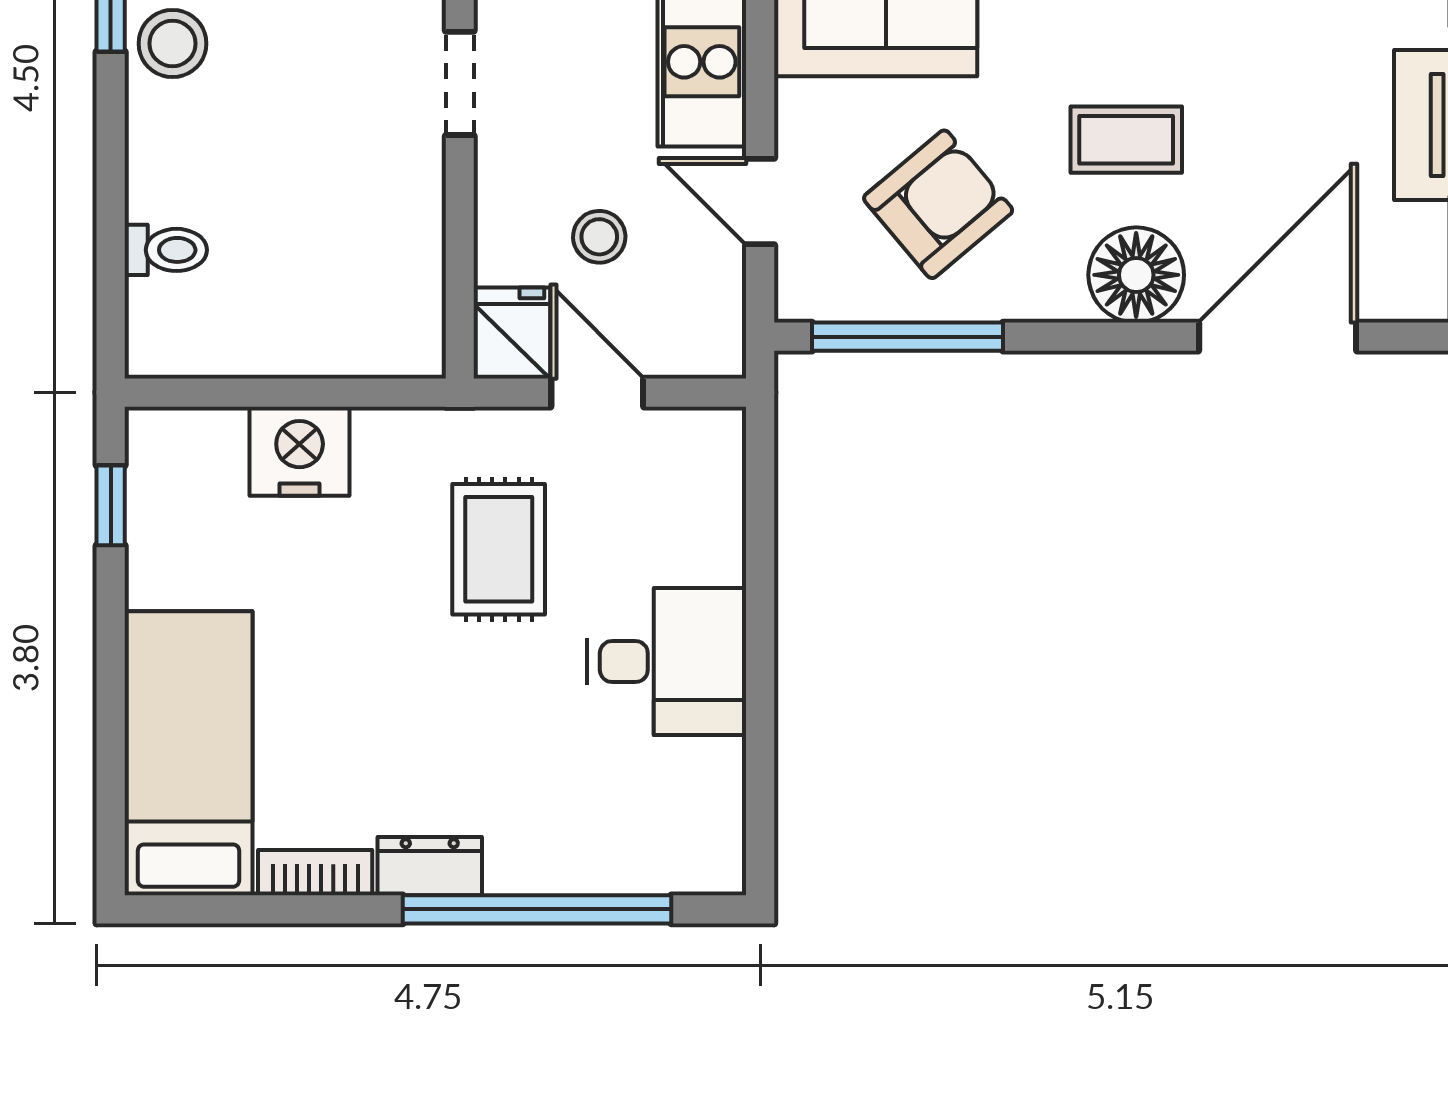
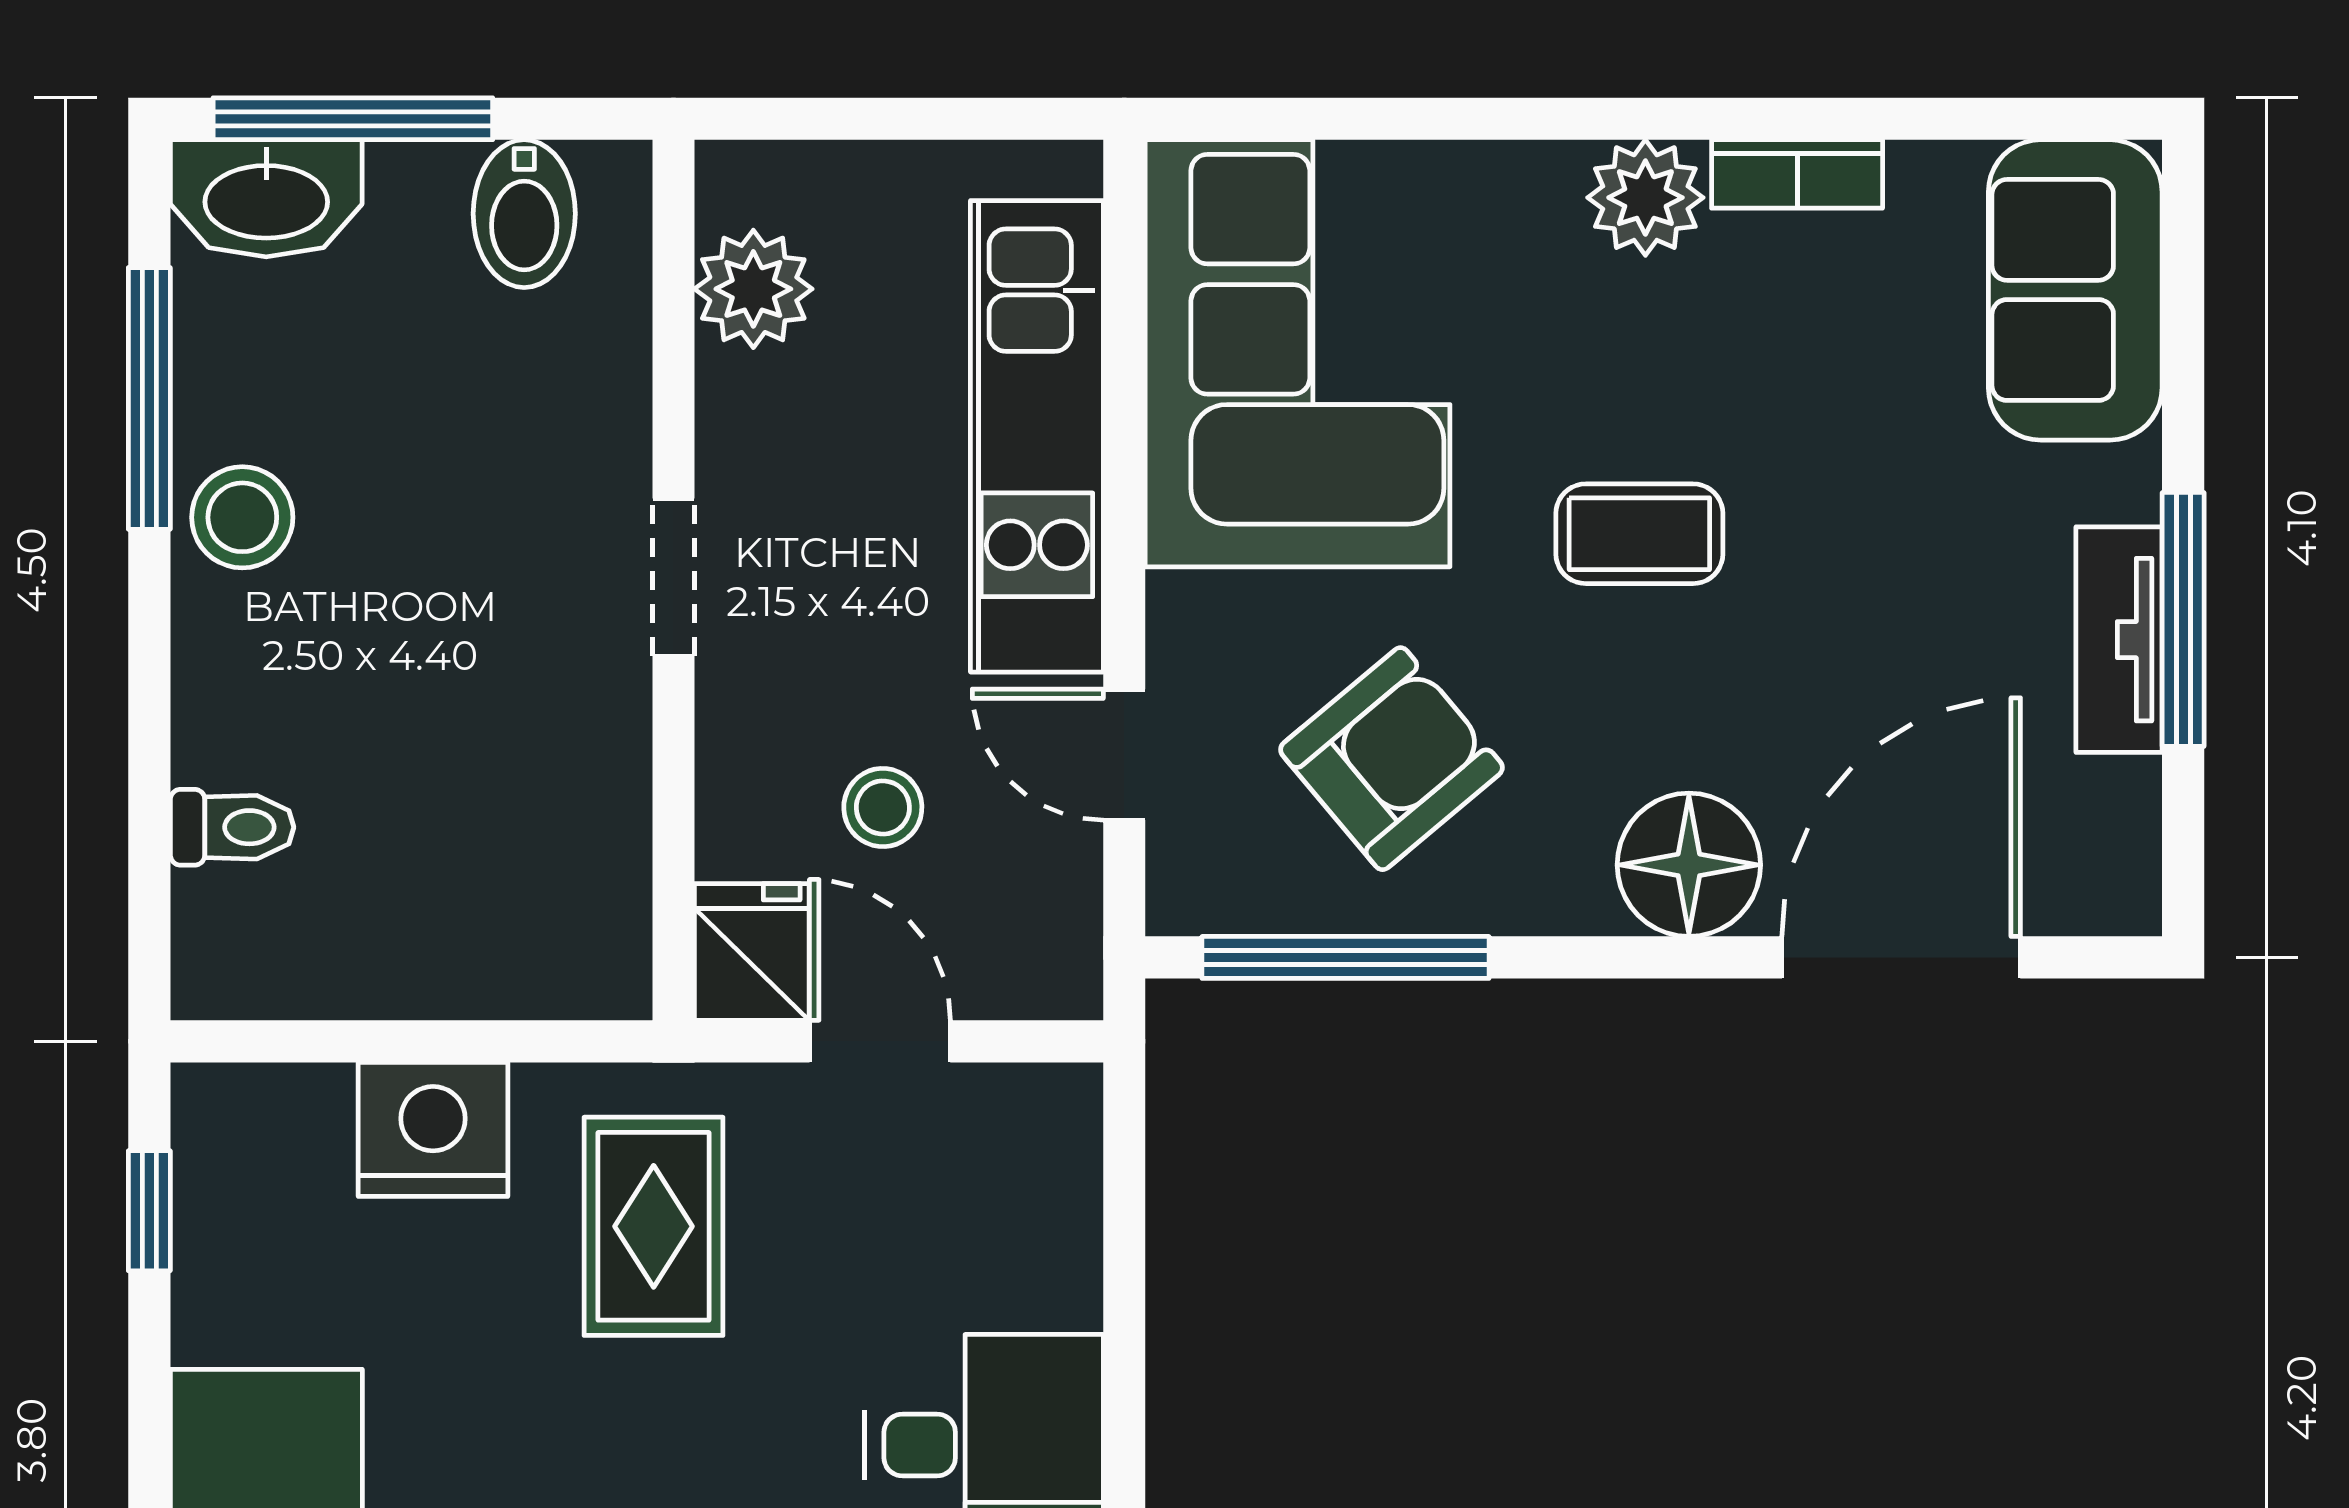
coffee table: (1126, 140) -> (1639, 534), moved
rug: (499, 549) -> (654, 1226), moved

